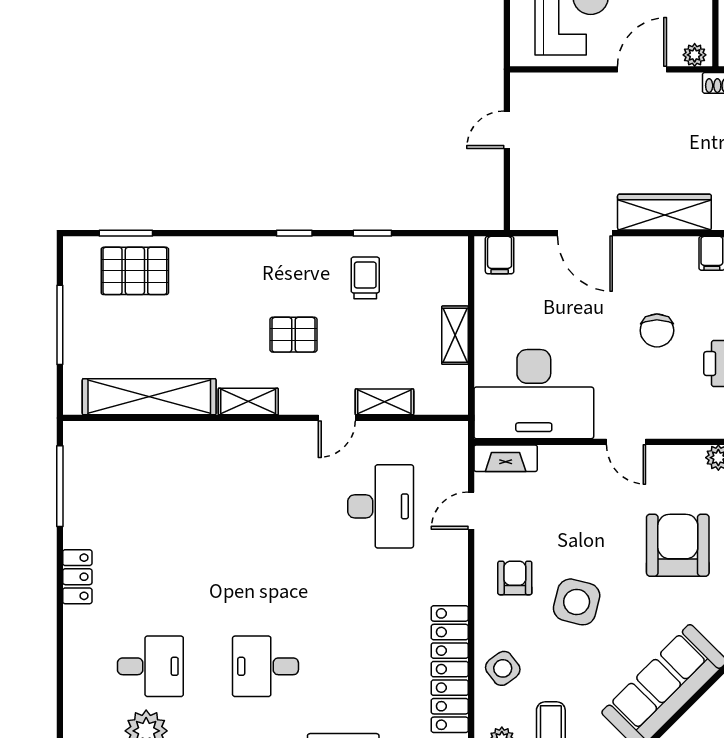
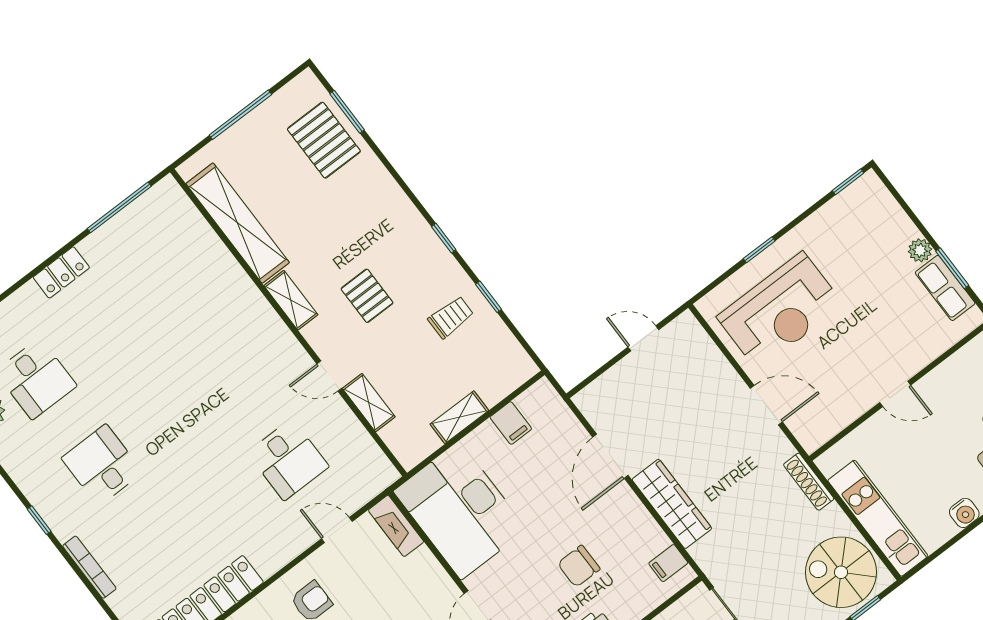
plant: (695, 55) -> (807, 436), removed
filing cabinet: (500, 255) -> (511, 423), moved, turned -90
desk: (381, 506) -> (288, 460), width x0.73

